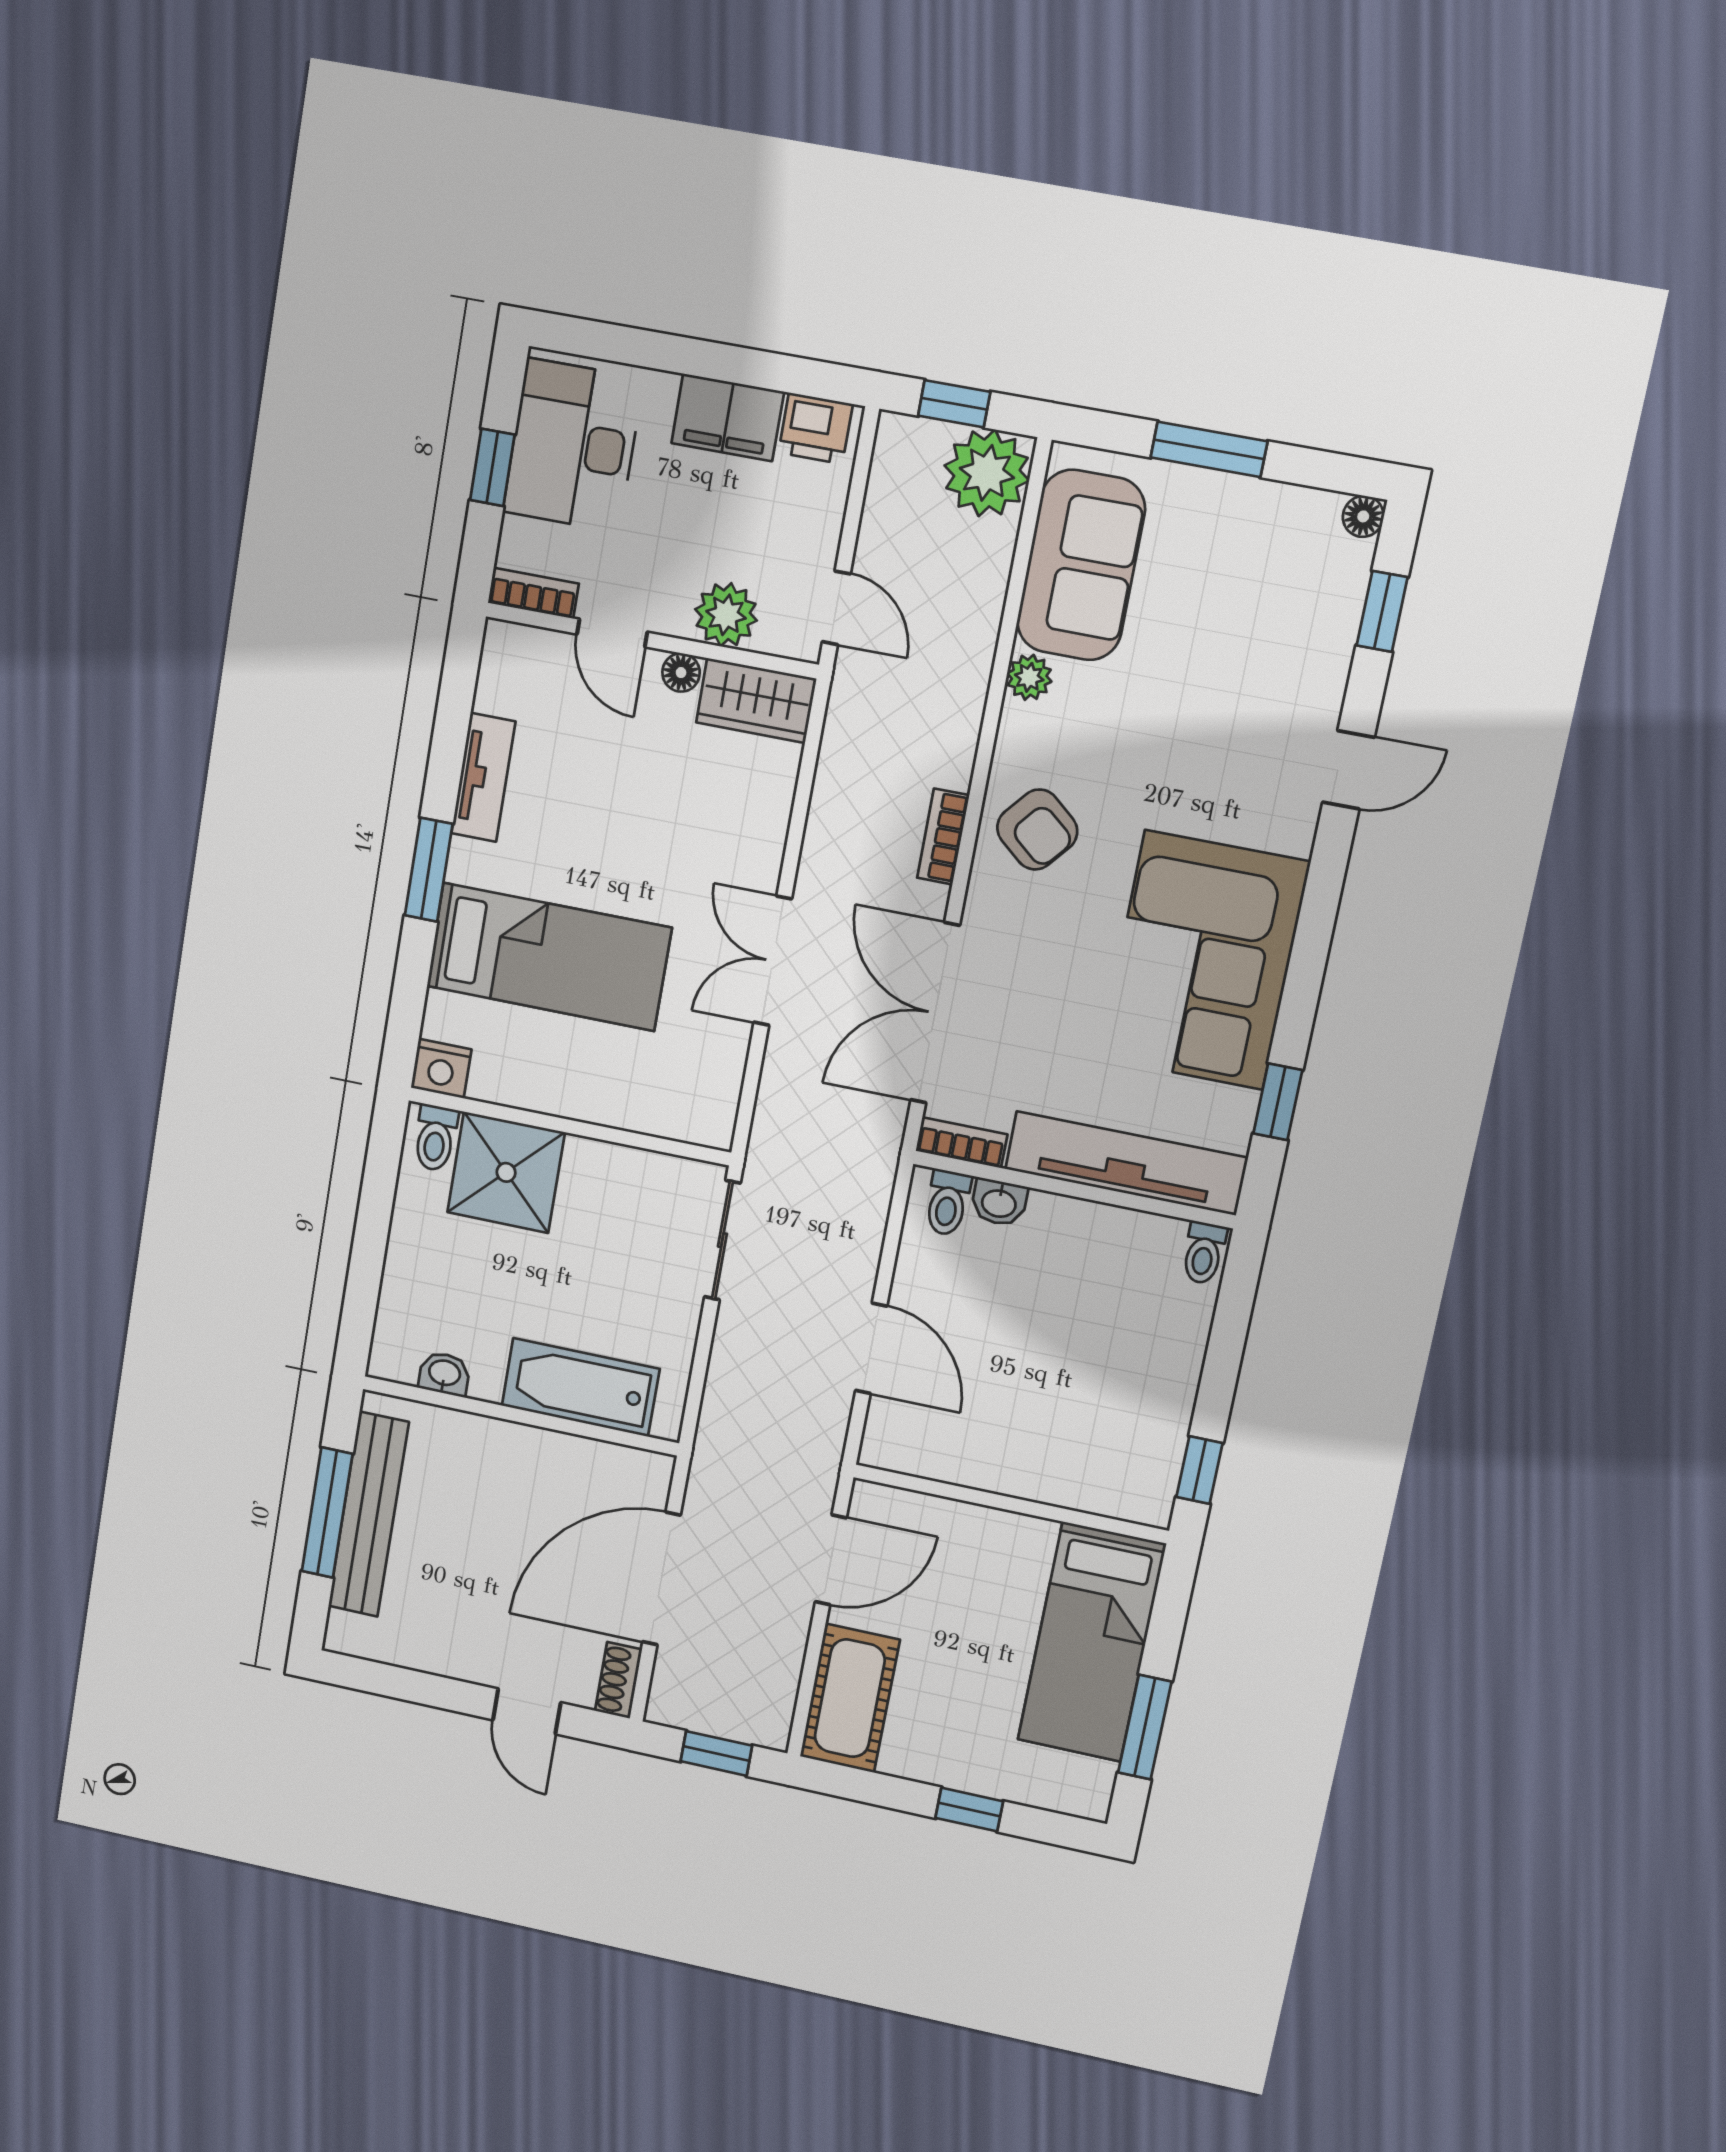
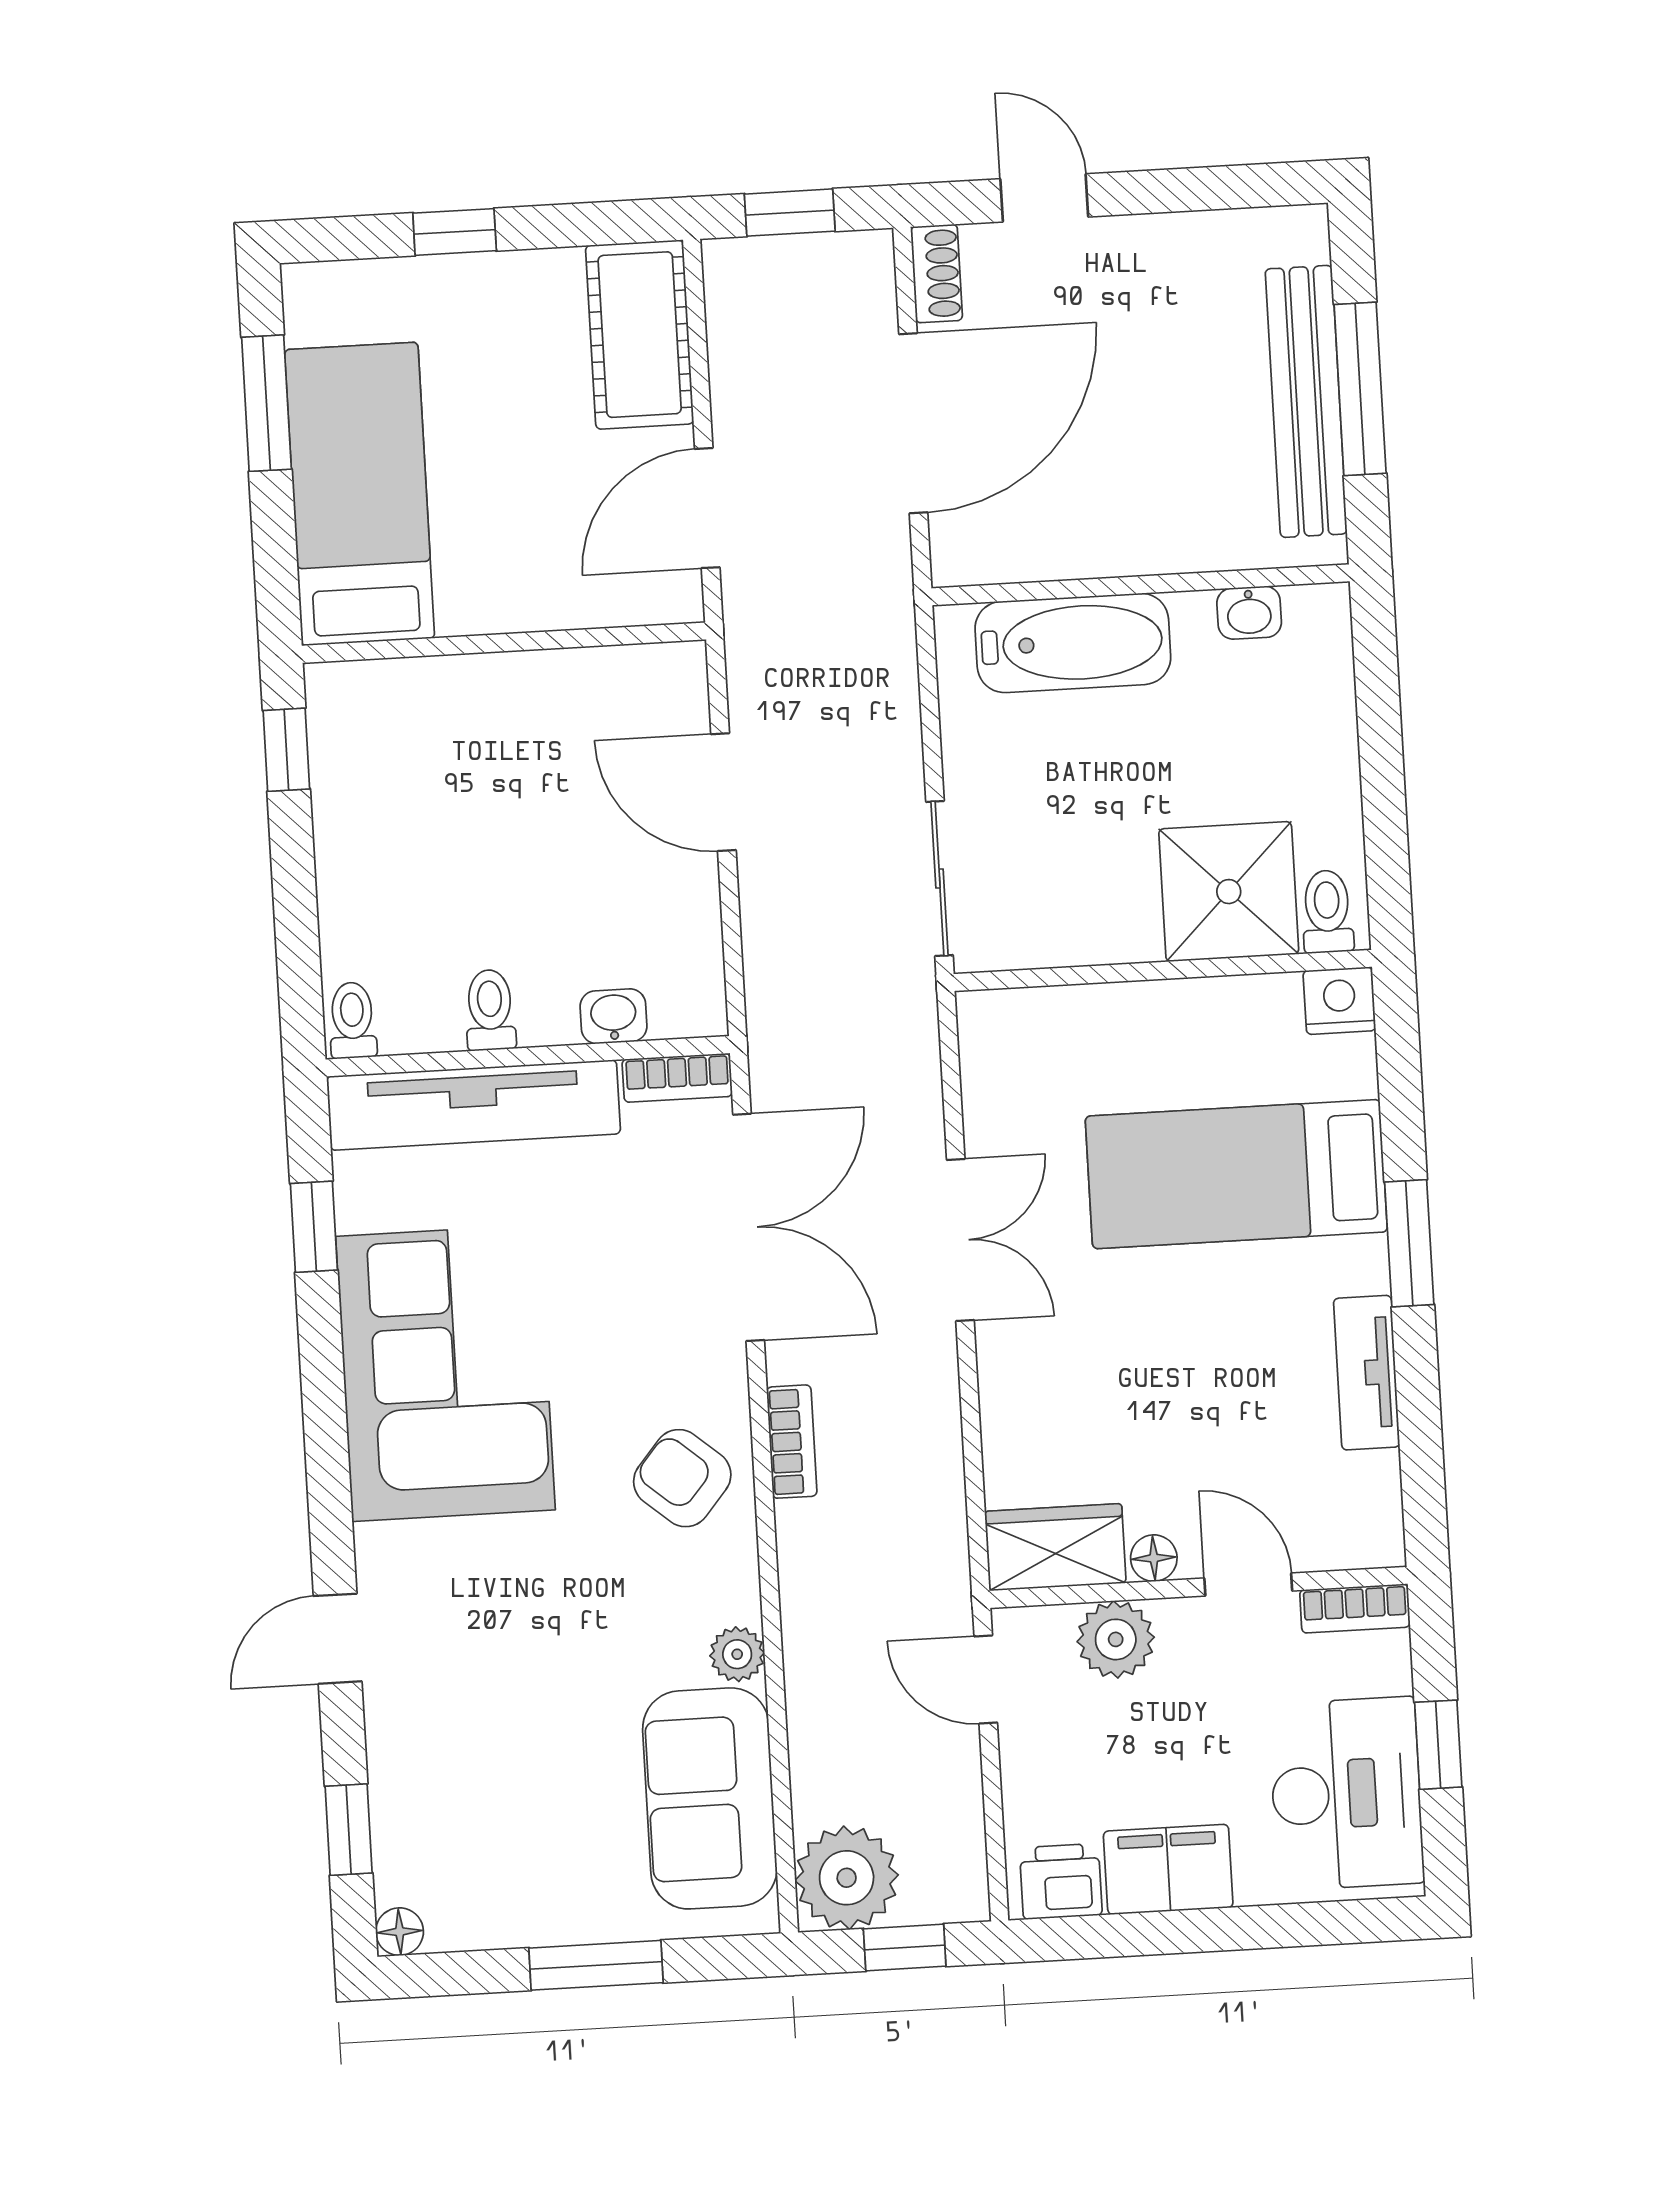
toilet: (948, 1203) -> (490, 1010), moved

